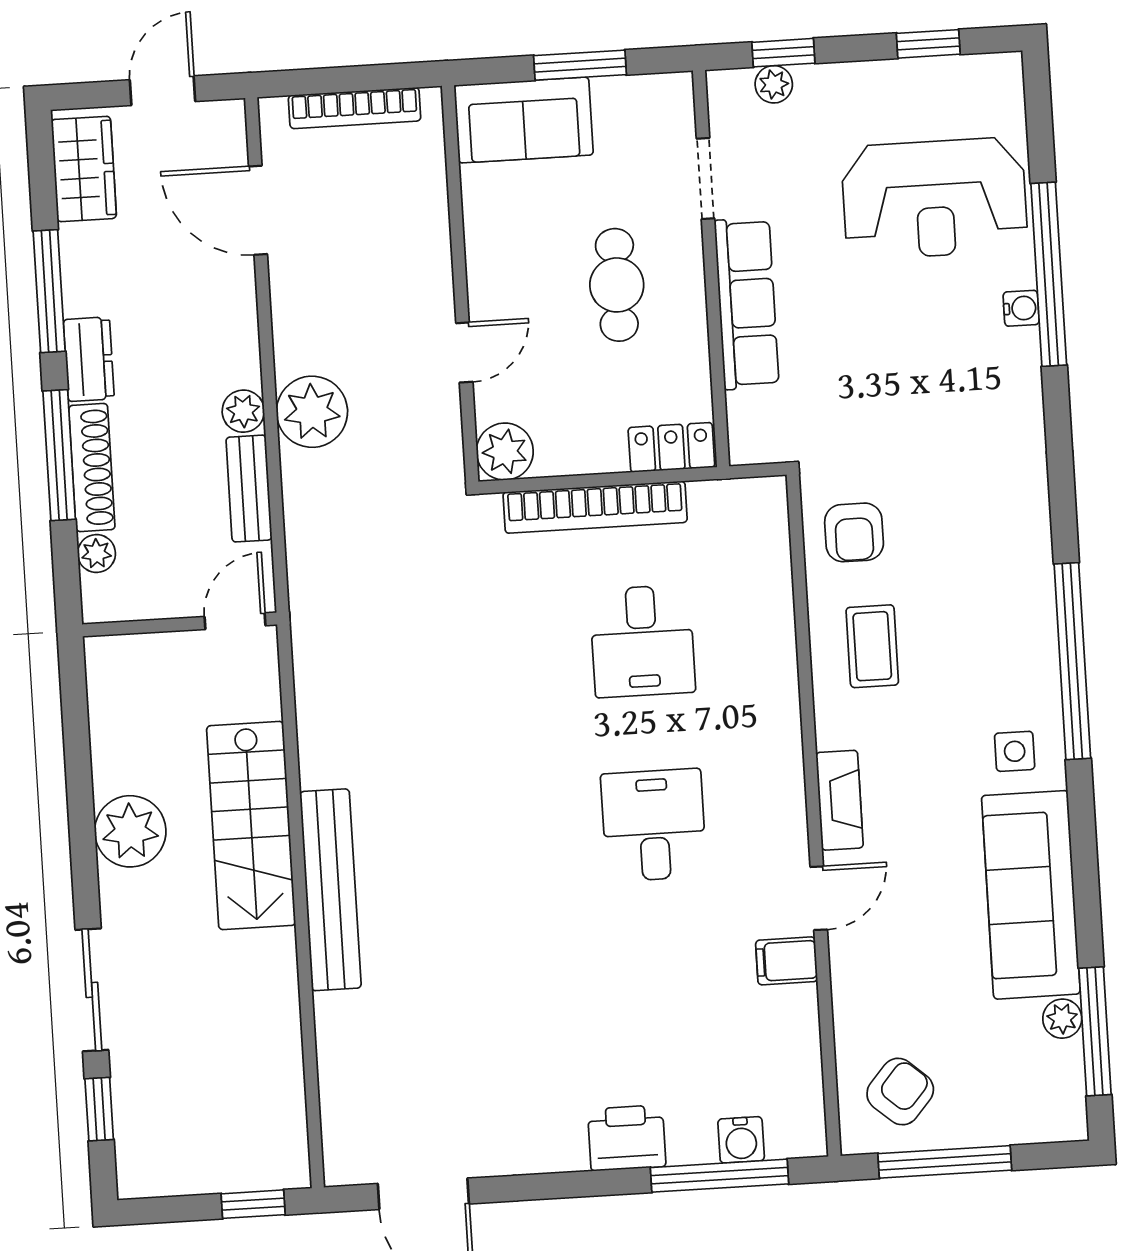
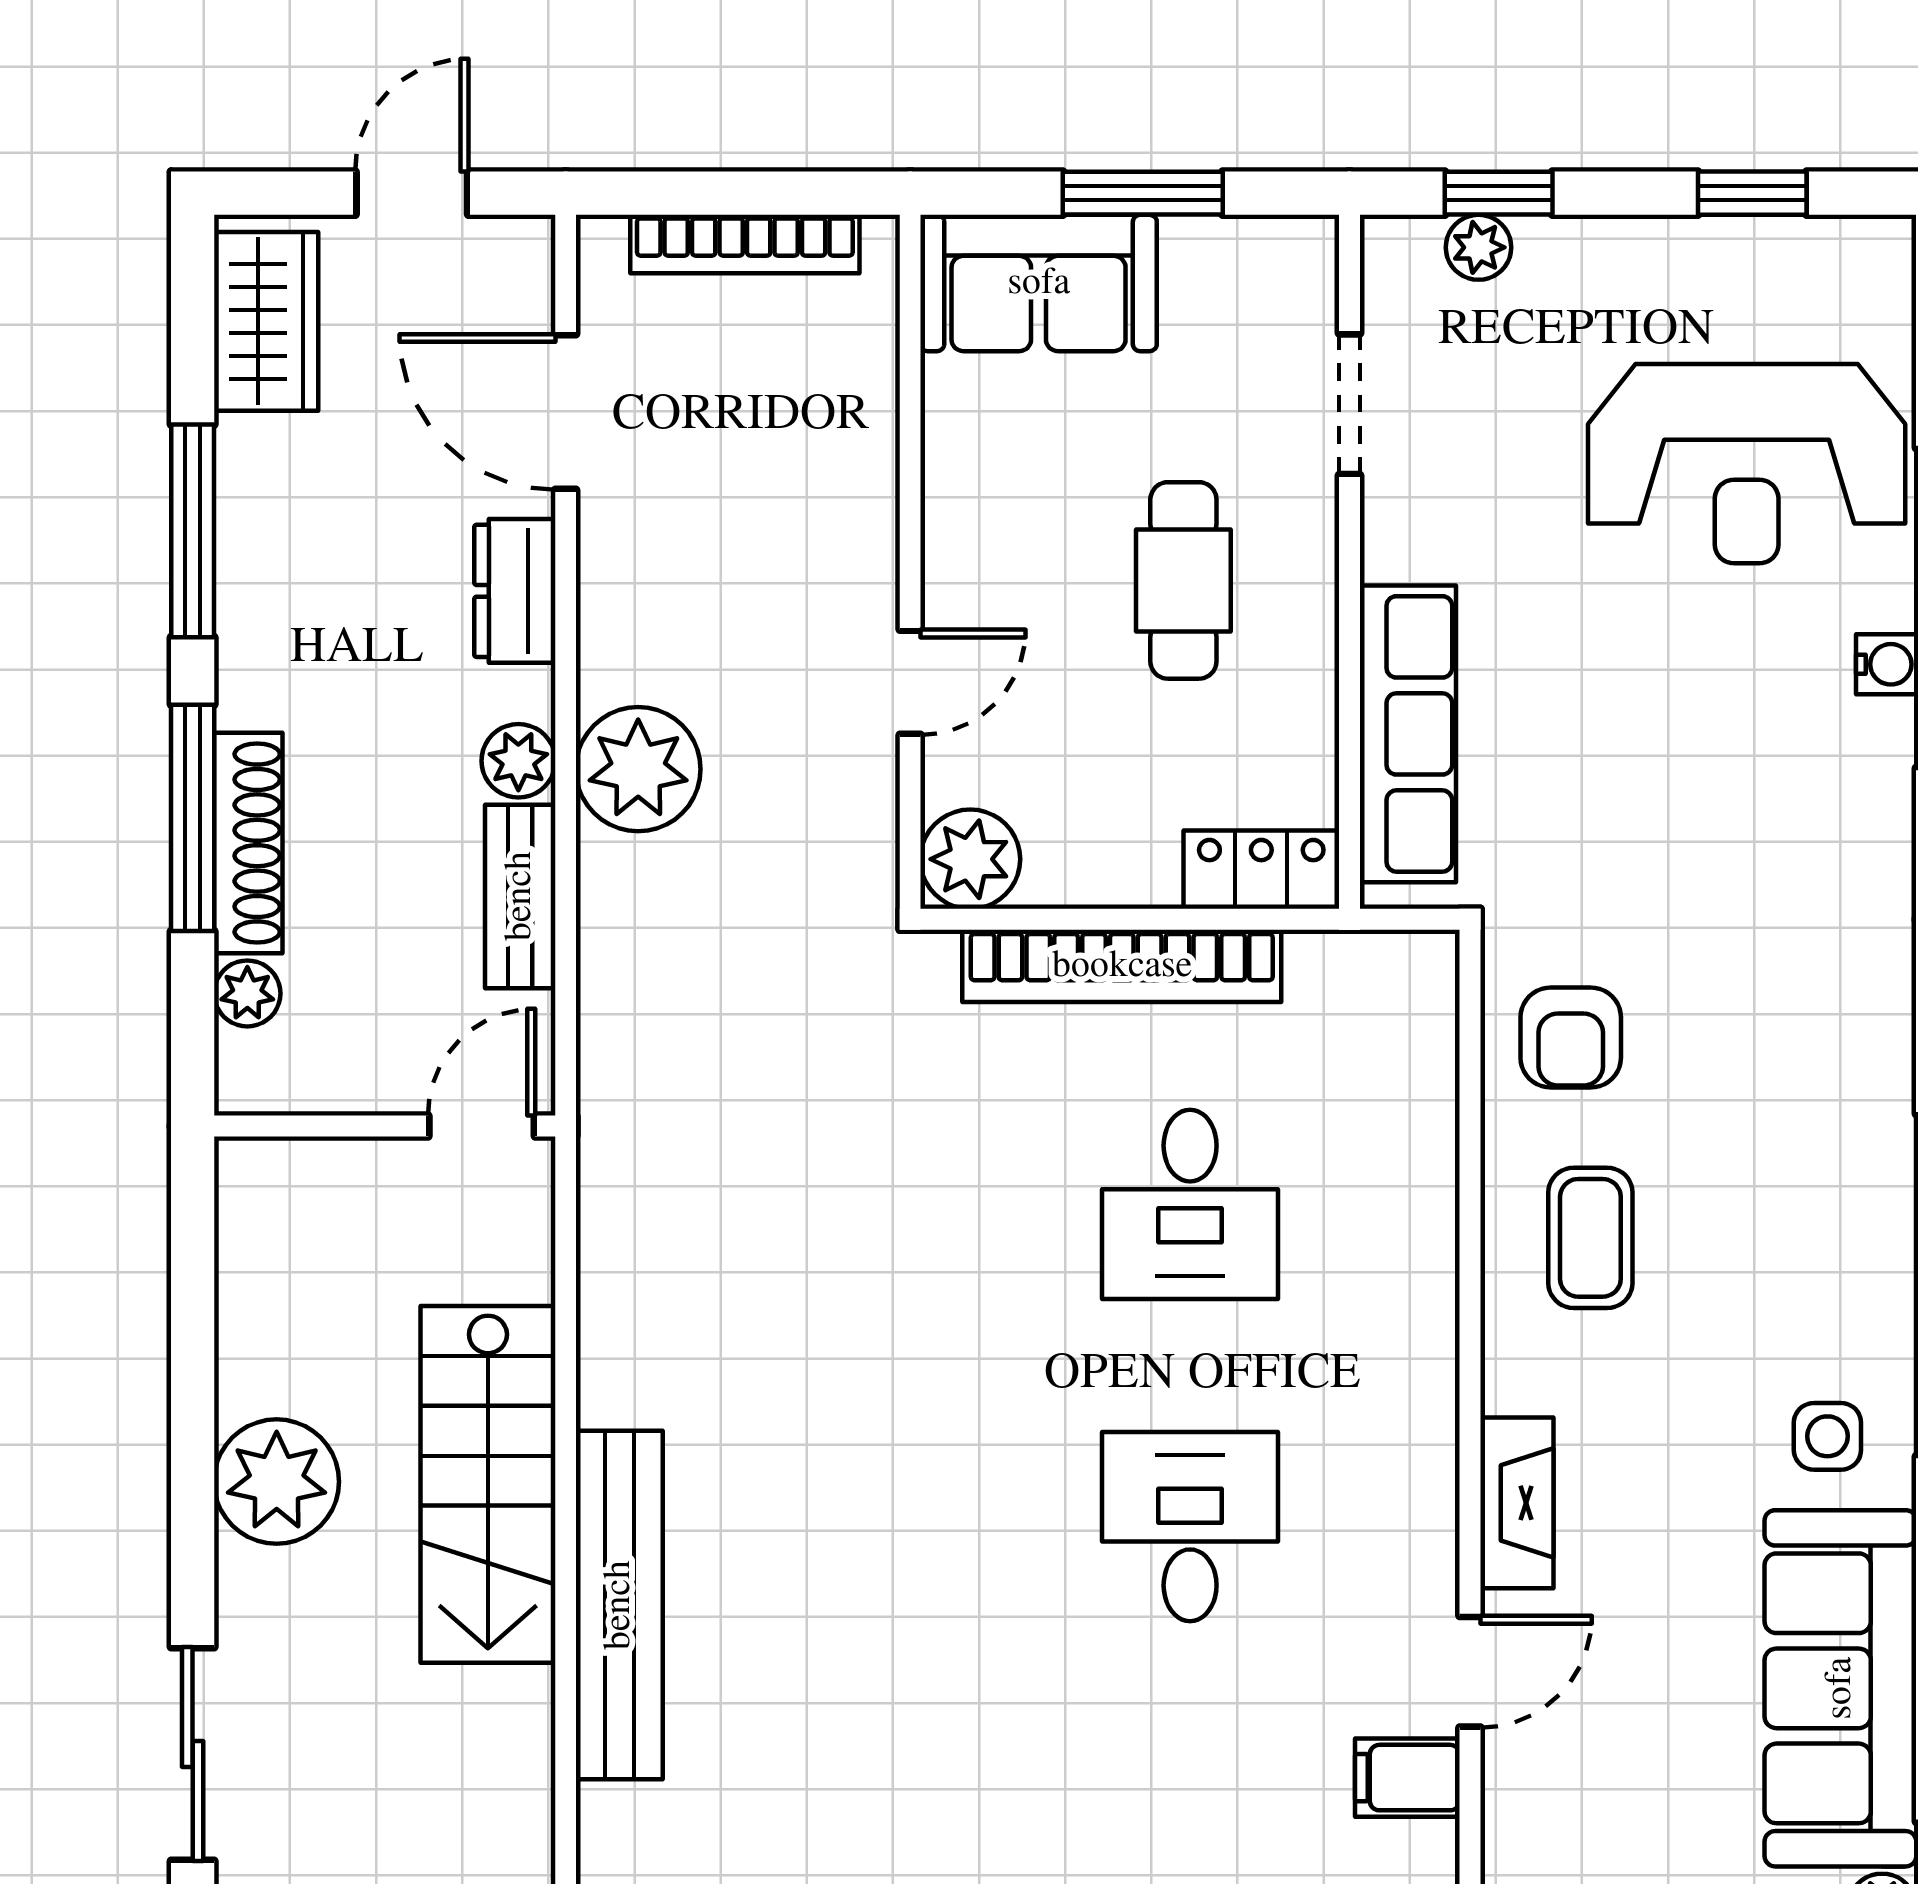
row of seats: (747, 304) -> (1408, 734), moved
dresser: (89, 359) -> (515, 591), moved, turned 180

